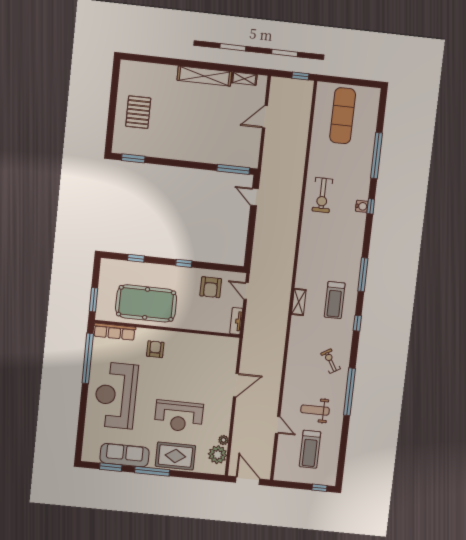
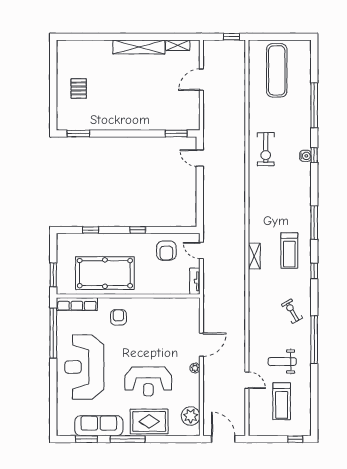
pallet: (138, 112) -> (79, 88), width x0.67, depth x0.71
window: (233, 169) -> (176, 133), width x0.69
plant: (224, 440) -> (195, 368), moved

